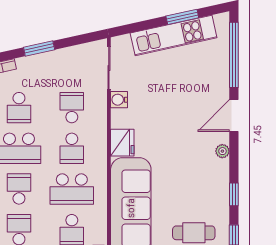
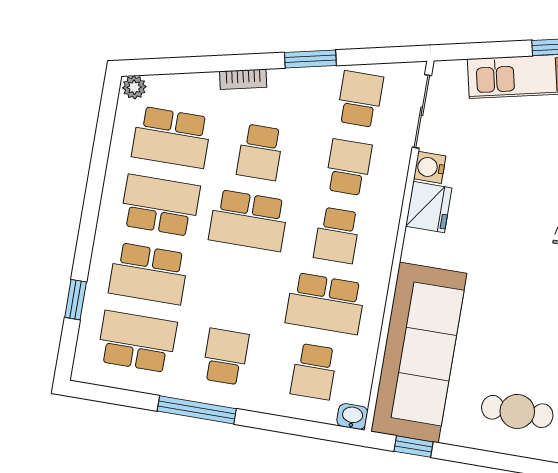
fridge: (122, 143) -> (429, 207), moved
school desk: (19, 189) -> (360, 99), moved

